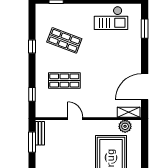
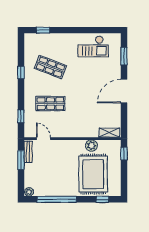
door: (145, 87) -> (124, 91), moved
door: (75, 119) -> (43, 139), moved
plant: (125, 126) -> (91, 146), moved
window: (145, 135) -> (124, 154), added

